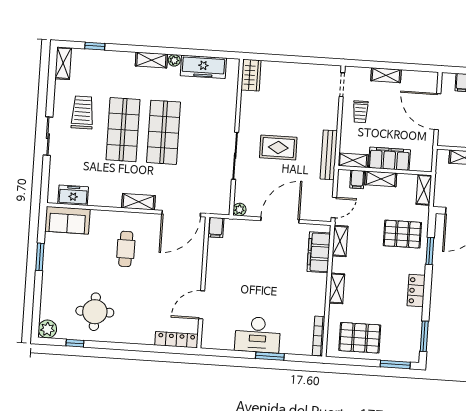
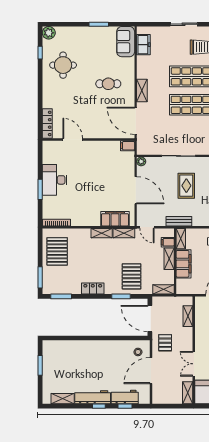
bench: (329, 155) -> (179, 221), width x0.73
shelving: (337, 288) -> (102, 233), moved

